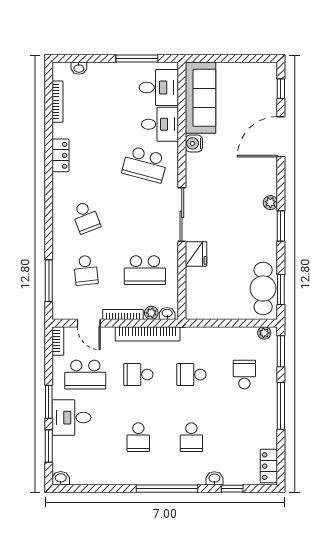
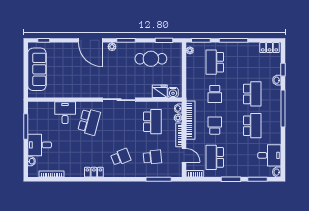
desk: (159, 88) -> (40, 145), moved, turned -90
sofa: (201, 98) -> (37, 69), moved, turned 90
door: (281, 137) -> (90, 40), moved
water cooler: (194, 143) -> (173, 92), moved
locker: (60, 155) -> (94, 172), moved
fridge: (196, 254) -> (160, 91), moved
cafe table: (263, 288) -> (151, 59), moved
door: (89, 323) -> (184, 155), hinge flipped
school desk: (85, 375) -> (215, 157), turned 180
school desk: (138, 375) -> (215, 126), turned 180
school desk: (244, 375) -> (215, 62), width x1.85
desk: (72, 418) -> (269, 155), moved, turned -90
school desk: (138, 437) -> (252, 126), width x1.85
school desk: (191, 437) -> (252, 94), width x1.85

